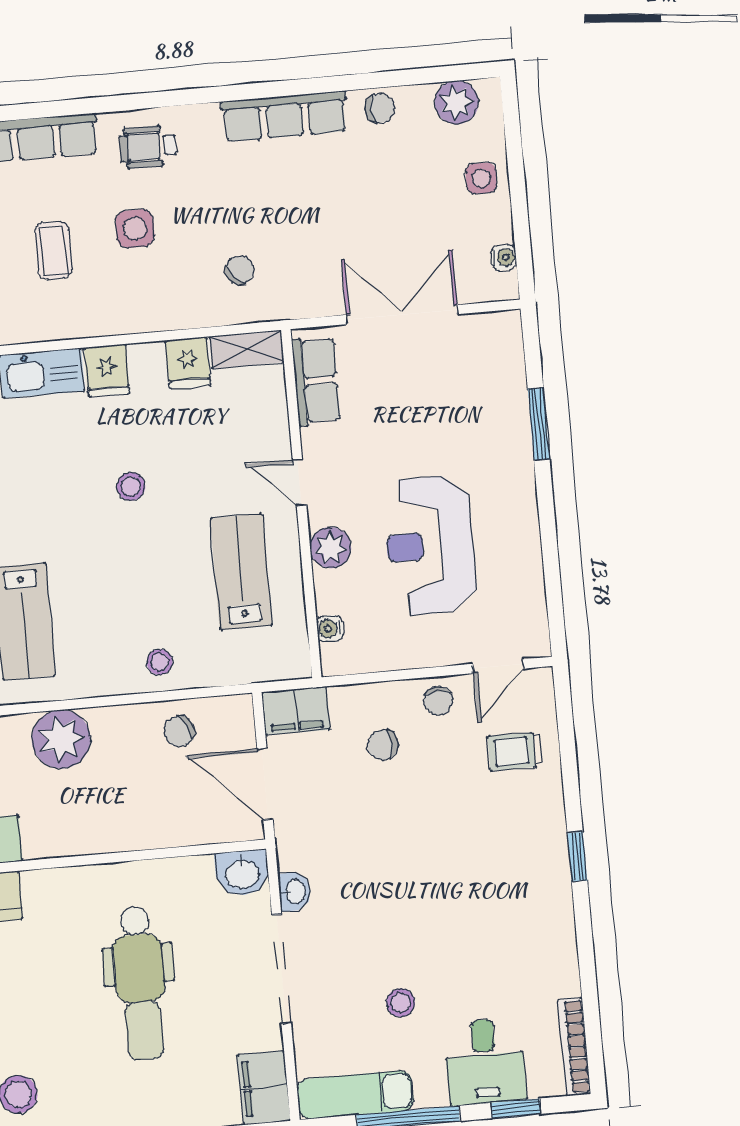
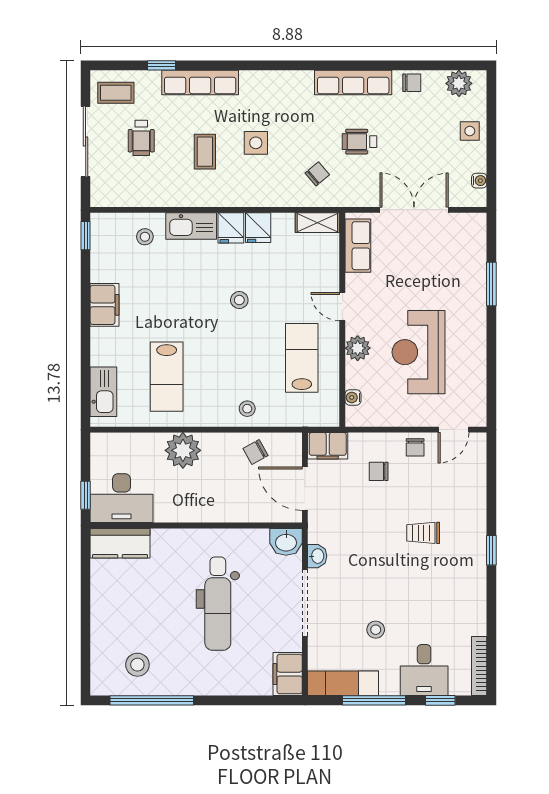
wheelchair: (148, 147) -> (359, 142), moved
fridge: (188, 363) -> (258, 228), moved
trolley: (515, 751) -> (423, 533), moved

